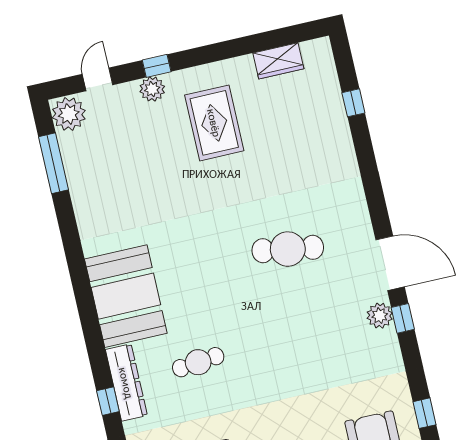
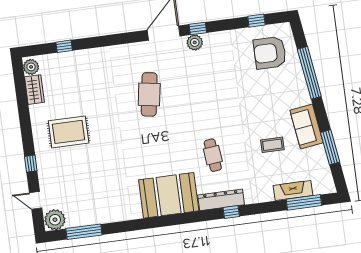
plant: (152, 89) -> (31, 67), moved

